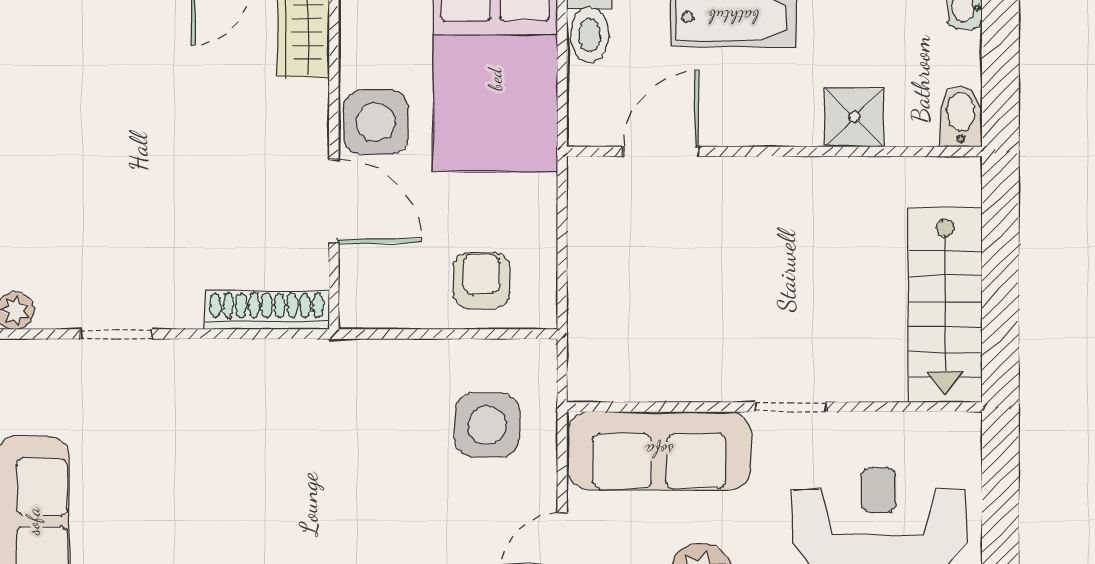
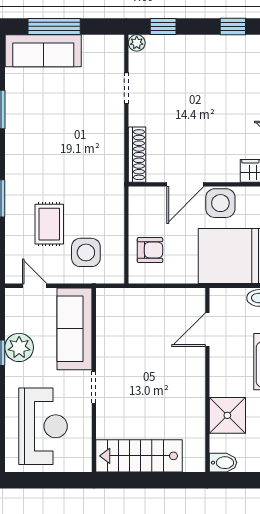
shower: (854, 117) -> (227, 415), width x1.36, depth x1.36
door: (661, 151) -> (207, 330), swing flipped
rug: (423, 508) -> (49, 224), added

